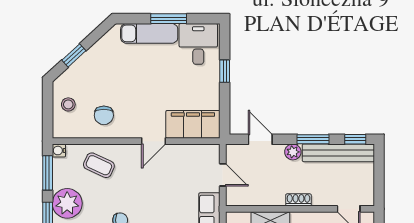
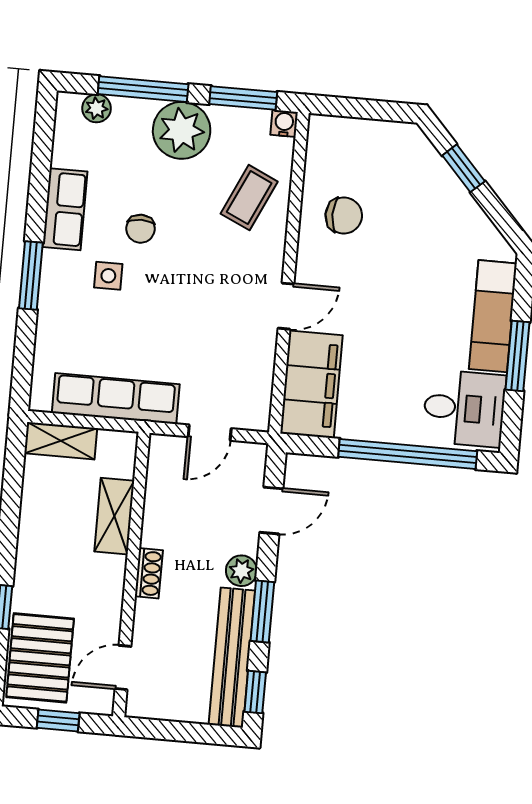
window: (225, 71) -> (408, 454), width x3.17
stool: (68, 104) -> (371, 149), removed
chair: (104, 115) -> (344, 215), turned 180
door: (154, 141) -> (286, 306), swing flipped

